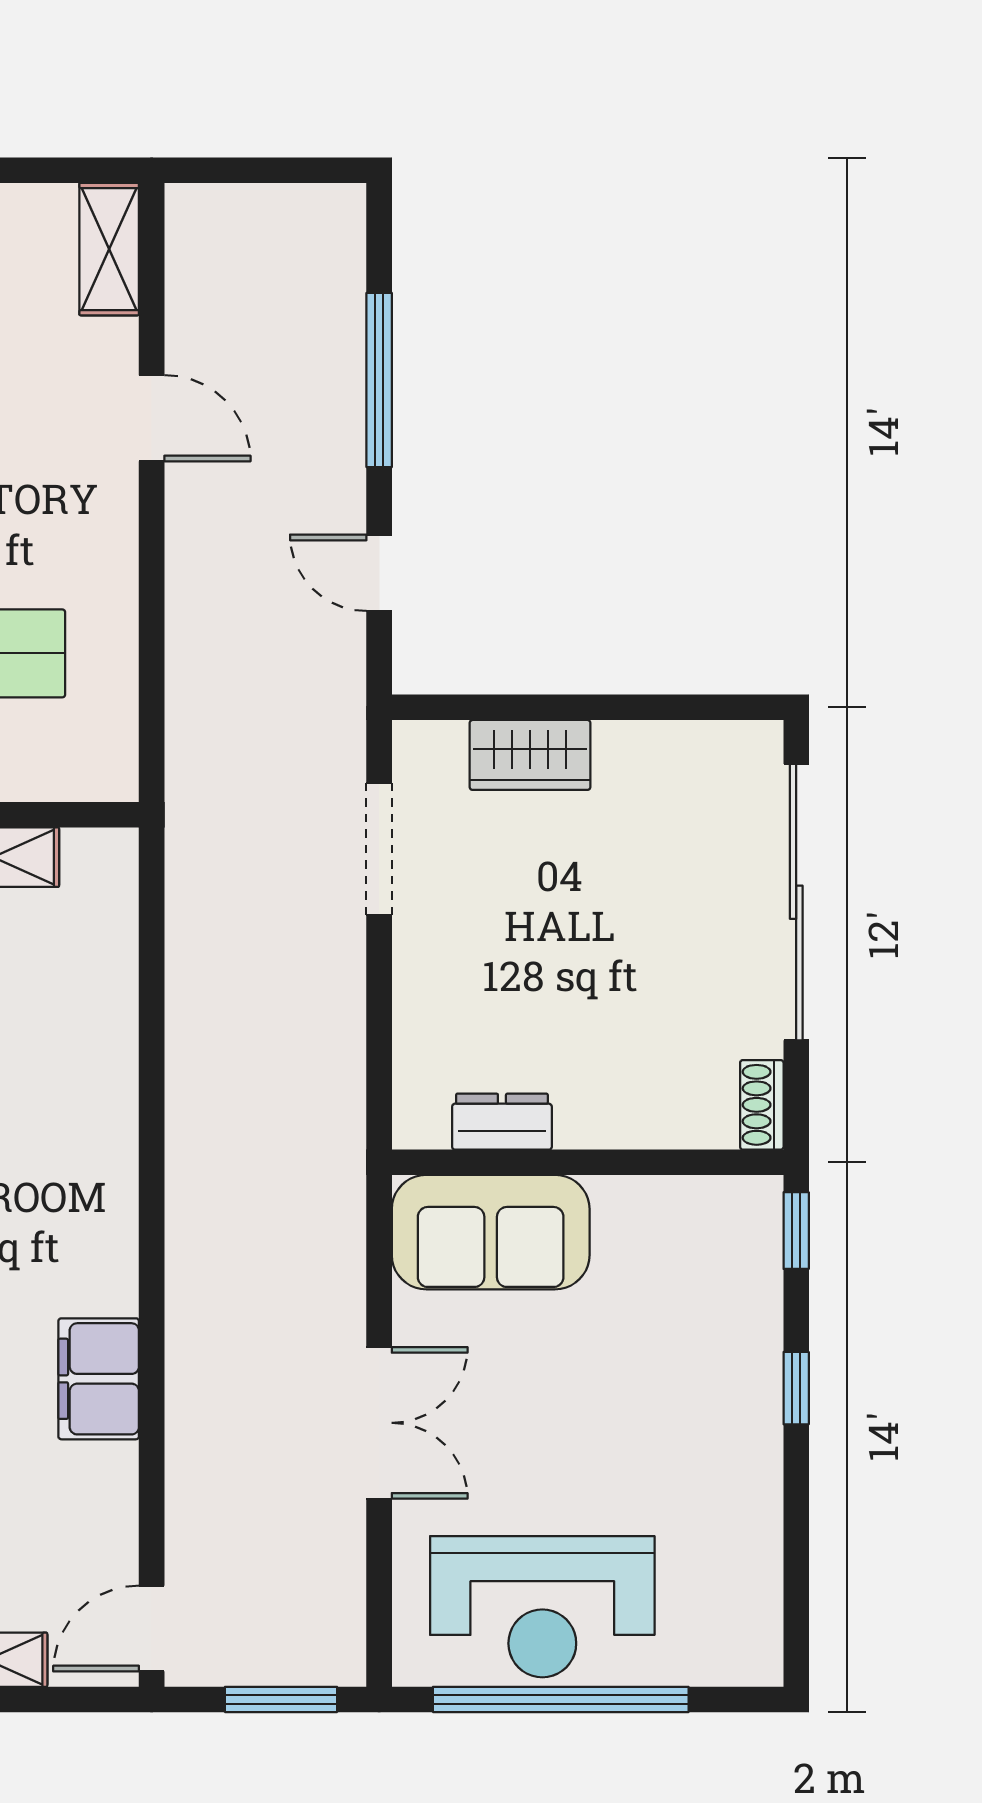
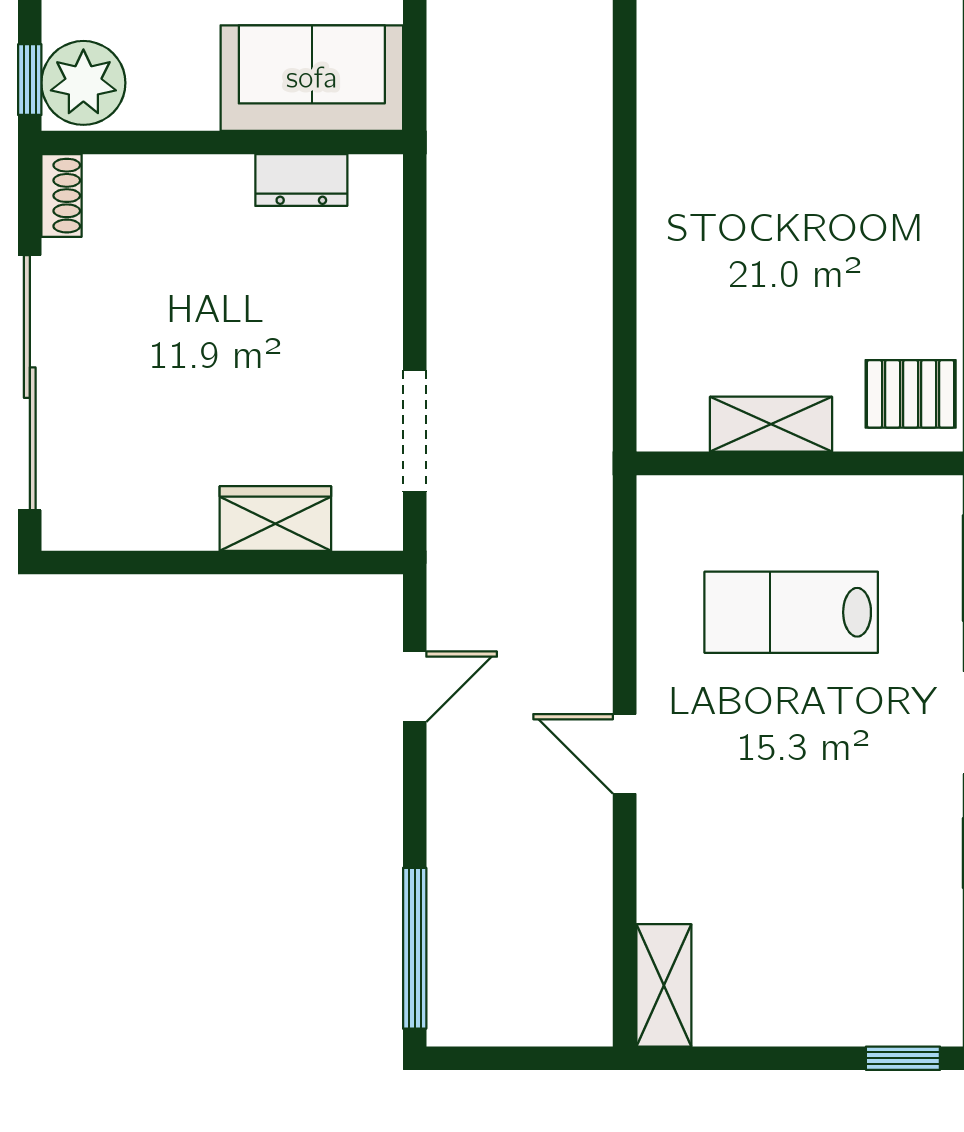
window: (379, 380) -> (415, 948), moved
door: (152, 418) -> (625, 754), moved
door: (379, 573) -> (415, 687), hinge flipped
plant: (738, 1227) -> (83, 83), added

